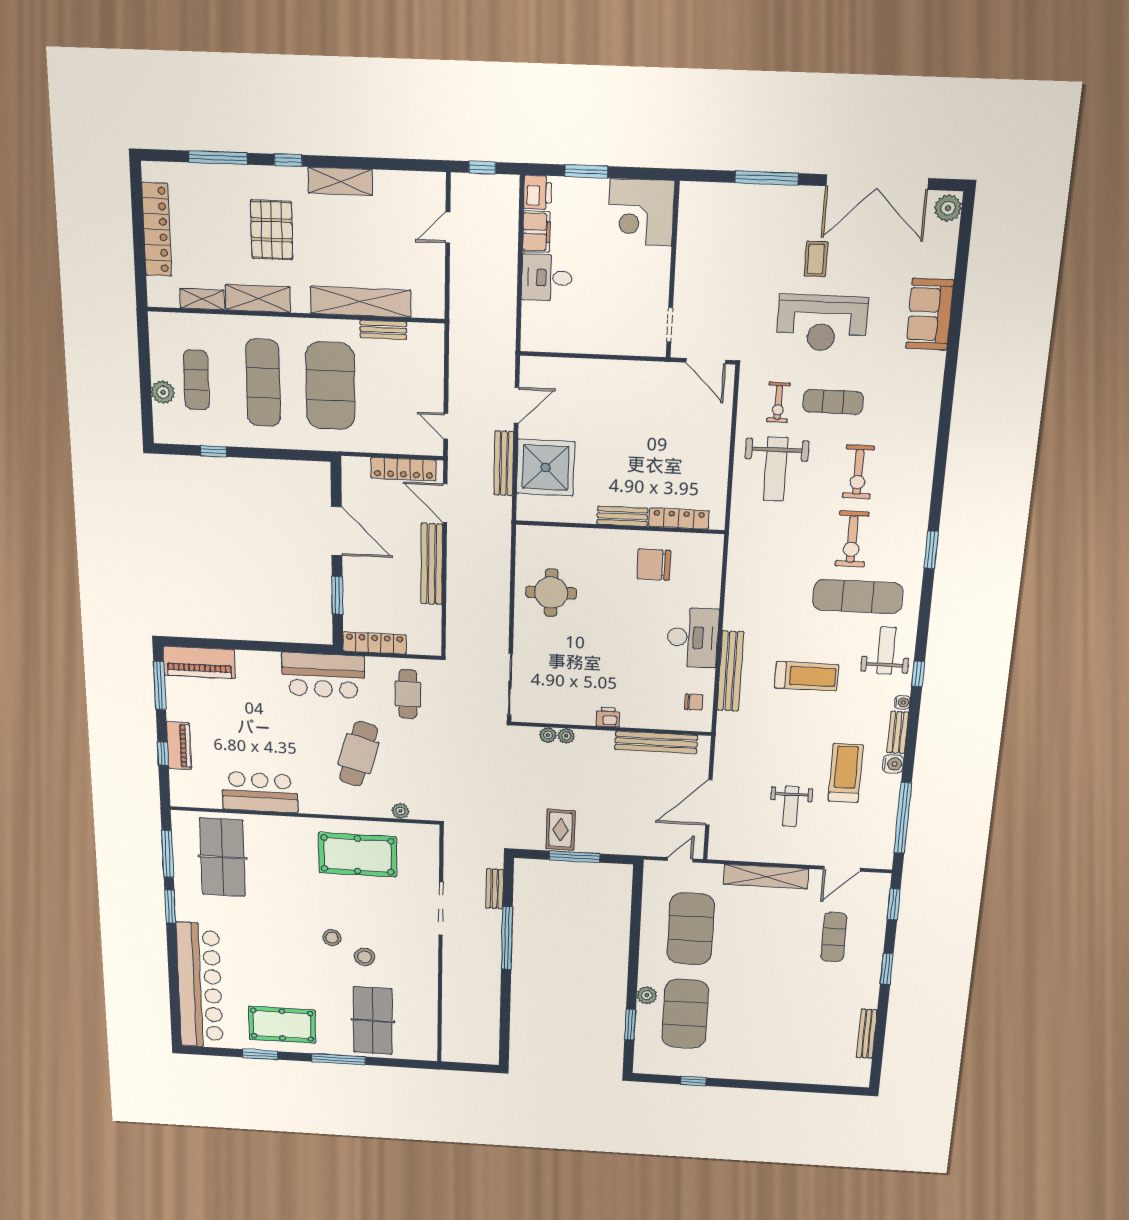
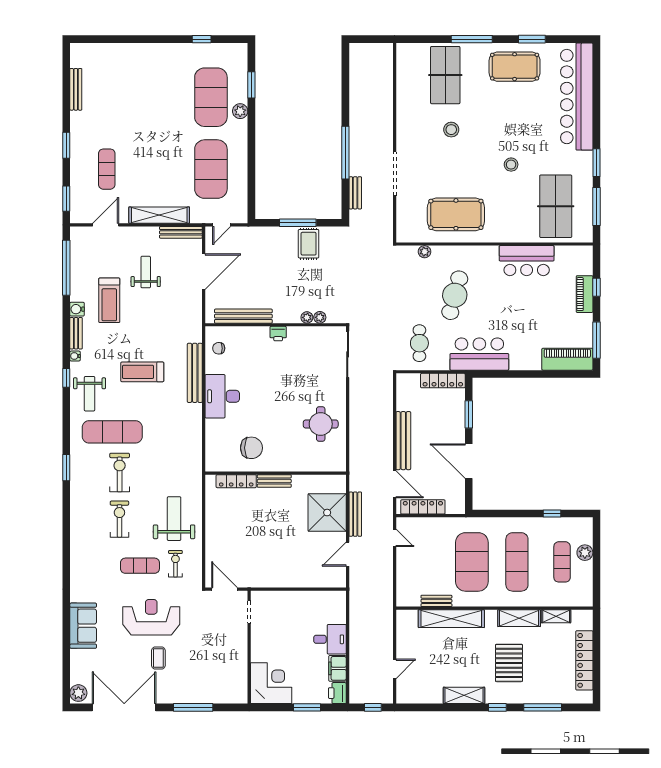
bench: (737, 854) -> (181, 232), added
stool: (332, 938) -> (511, 165), moved

